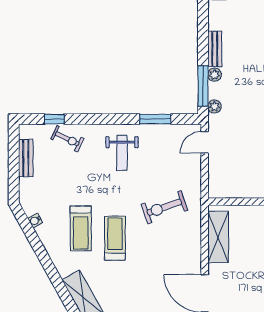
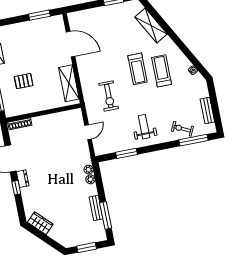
plant: (215, 75) -> (91, 179), moved
window: (203, 86) -> (106, 215), moved
window: (54, 119) -> (194, 140), width x2.17
door: (205, 142) -> (88, 132), moved
exercise bike: (164, 207) -> (109, 96), turned 109

